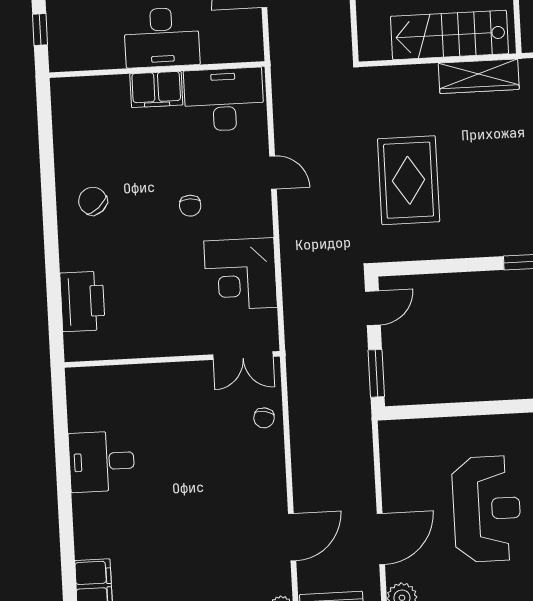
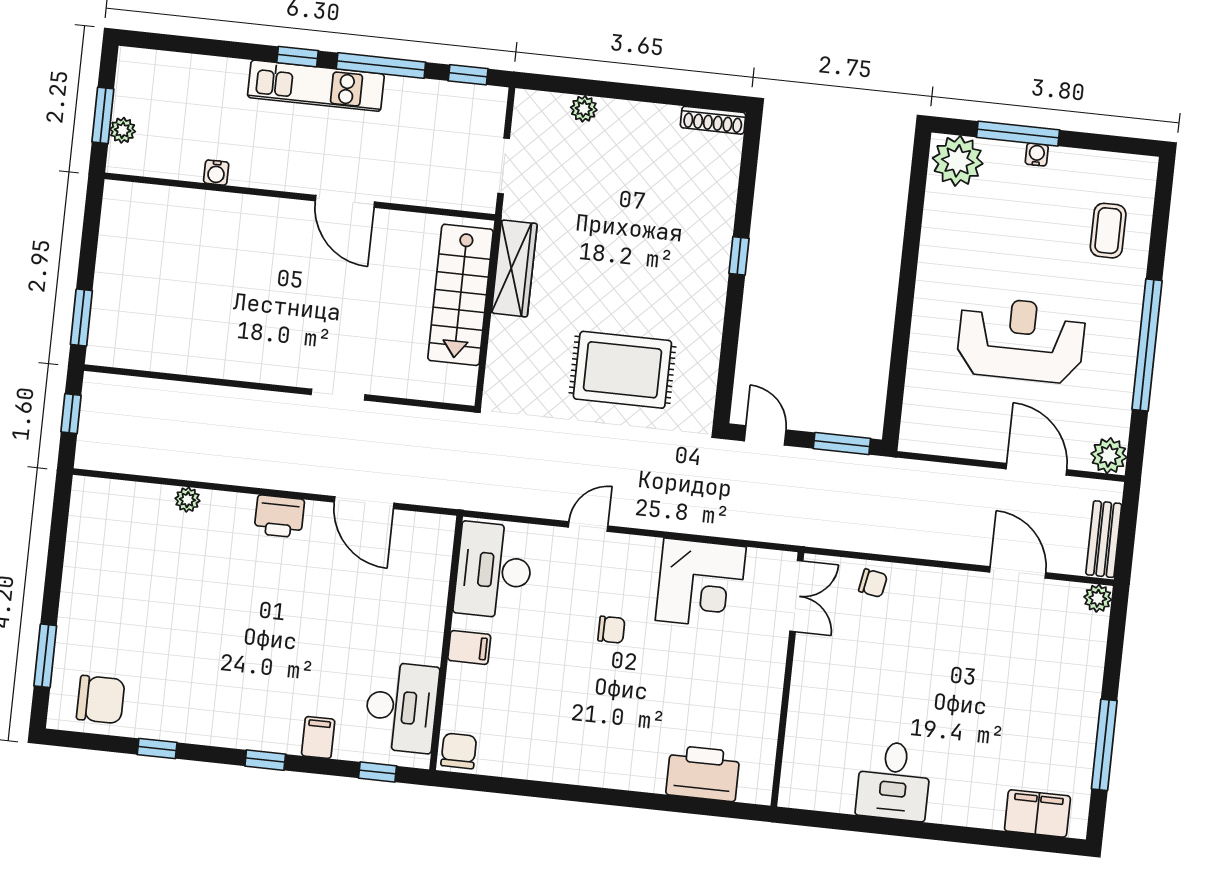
desk: (162, 37) -> (401, 707), moved
filing cabinet: (156, 89) -> (469, 647), width x0.50
chair: (93, 201) -> (459, 751), moved, turned 131

